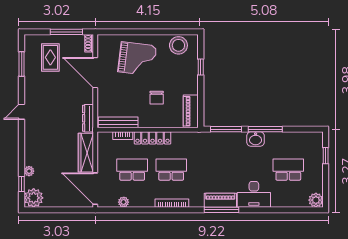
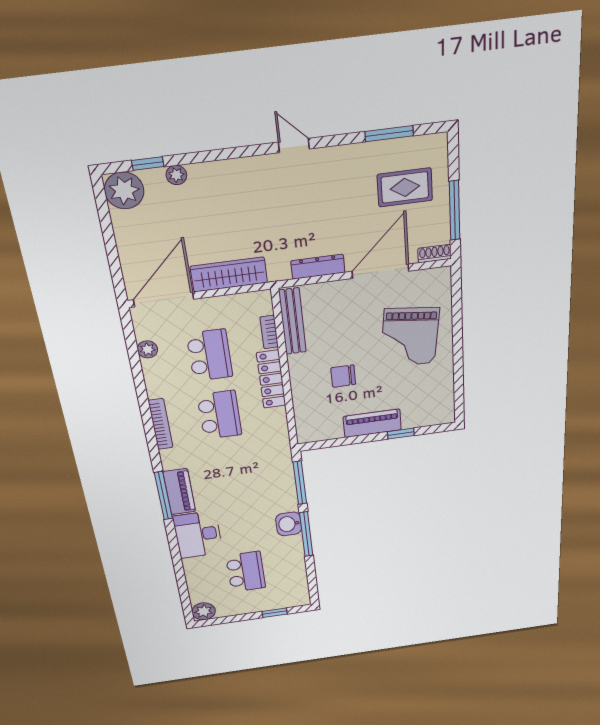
stool: (178, 45) -> (436, 396), removed
piano: (191, 111) -> (372, 423), moved
dresser: (88, 118) -> (318, 267), moved

